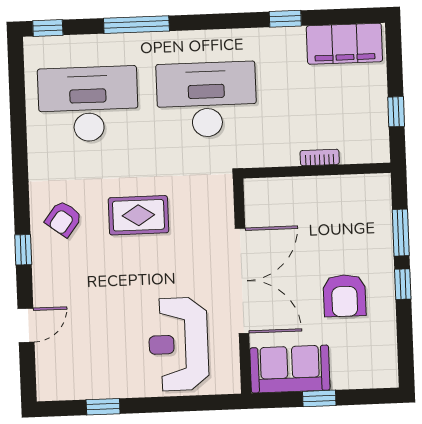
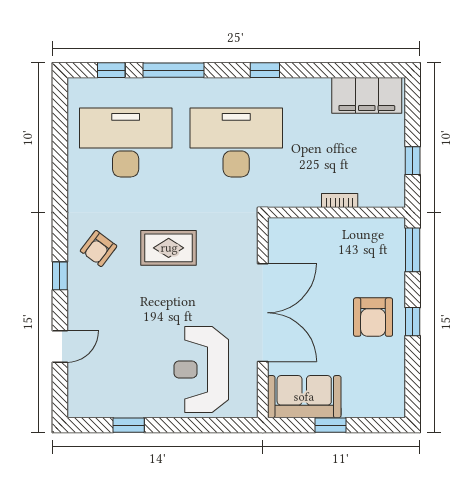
window: (285, 19) -> (265, 70), moved
window: (48, 28) -> (111, 70), moved
window: (401, 233) -> (413, 250), moved
armchair: (344, 296) -> (373, 317), moved

